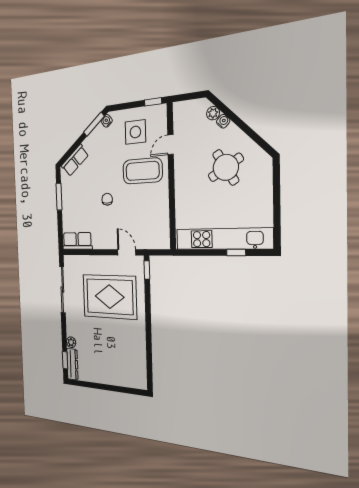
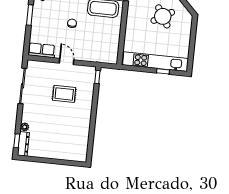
door: (127, 252) -> (67, 61), moved
rug: (110, 297) -> (64, 94), width x0.54, depth x0.49

